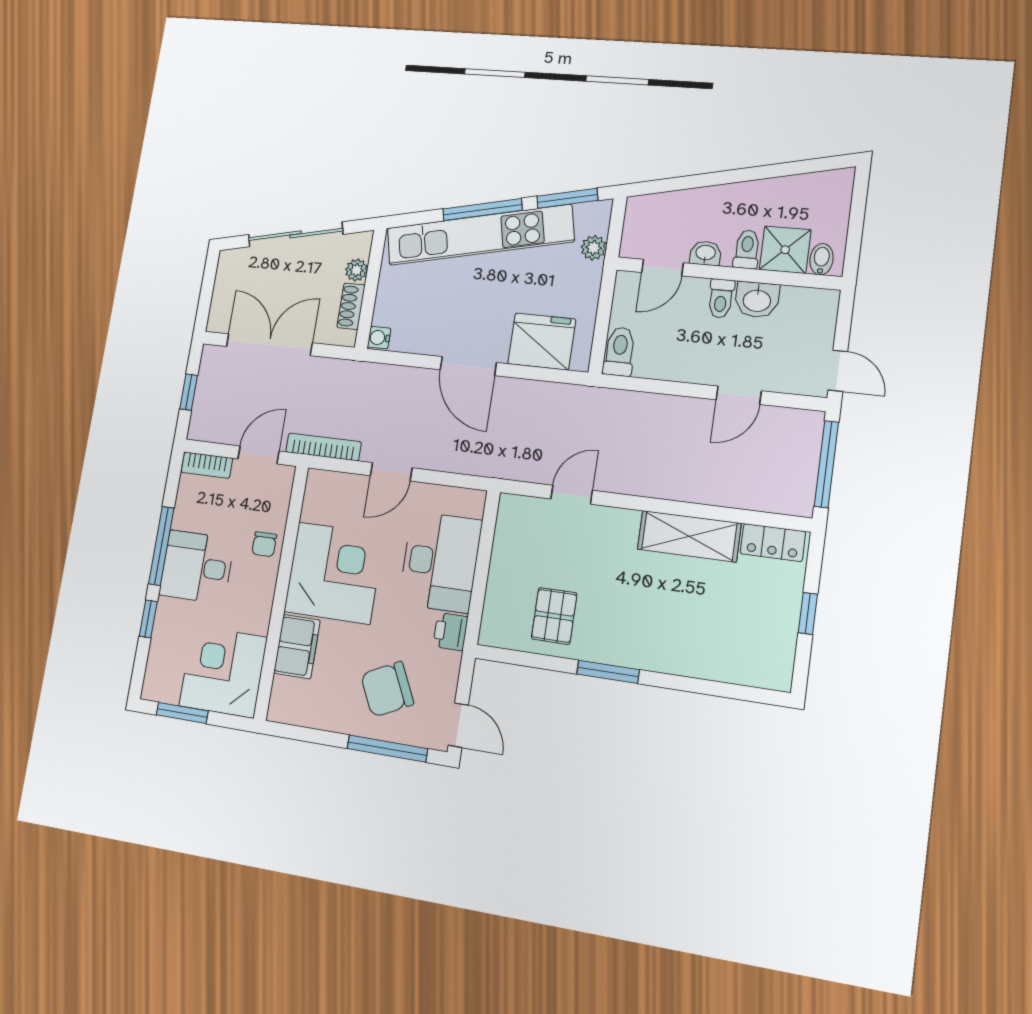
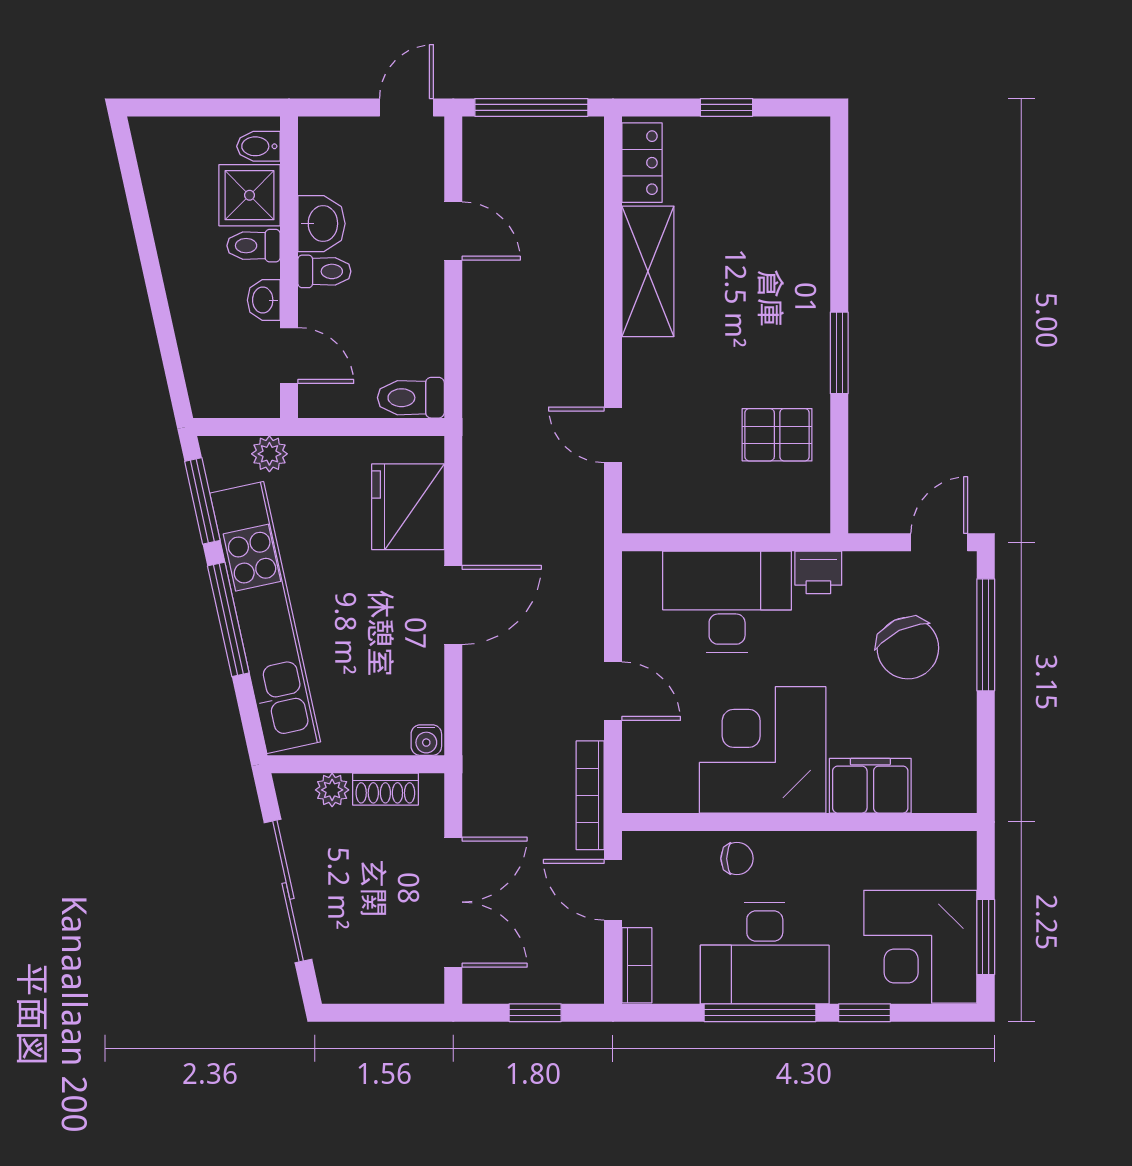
double door: (269, 345) -> (453, 902), swing flipped
desk: (197, 567) -> (765, 953), width x1.37
corner desk: (223, 672) -> (920, 947), moved

